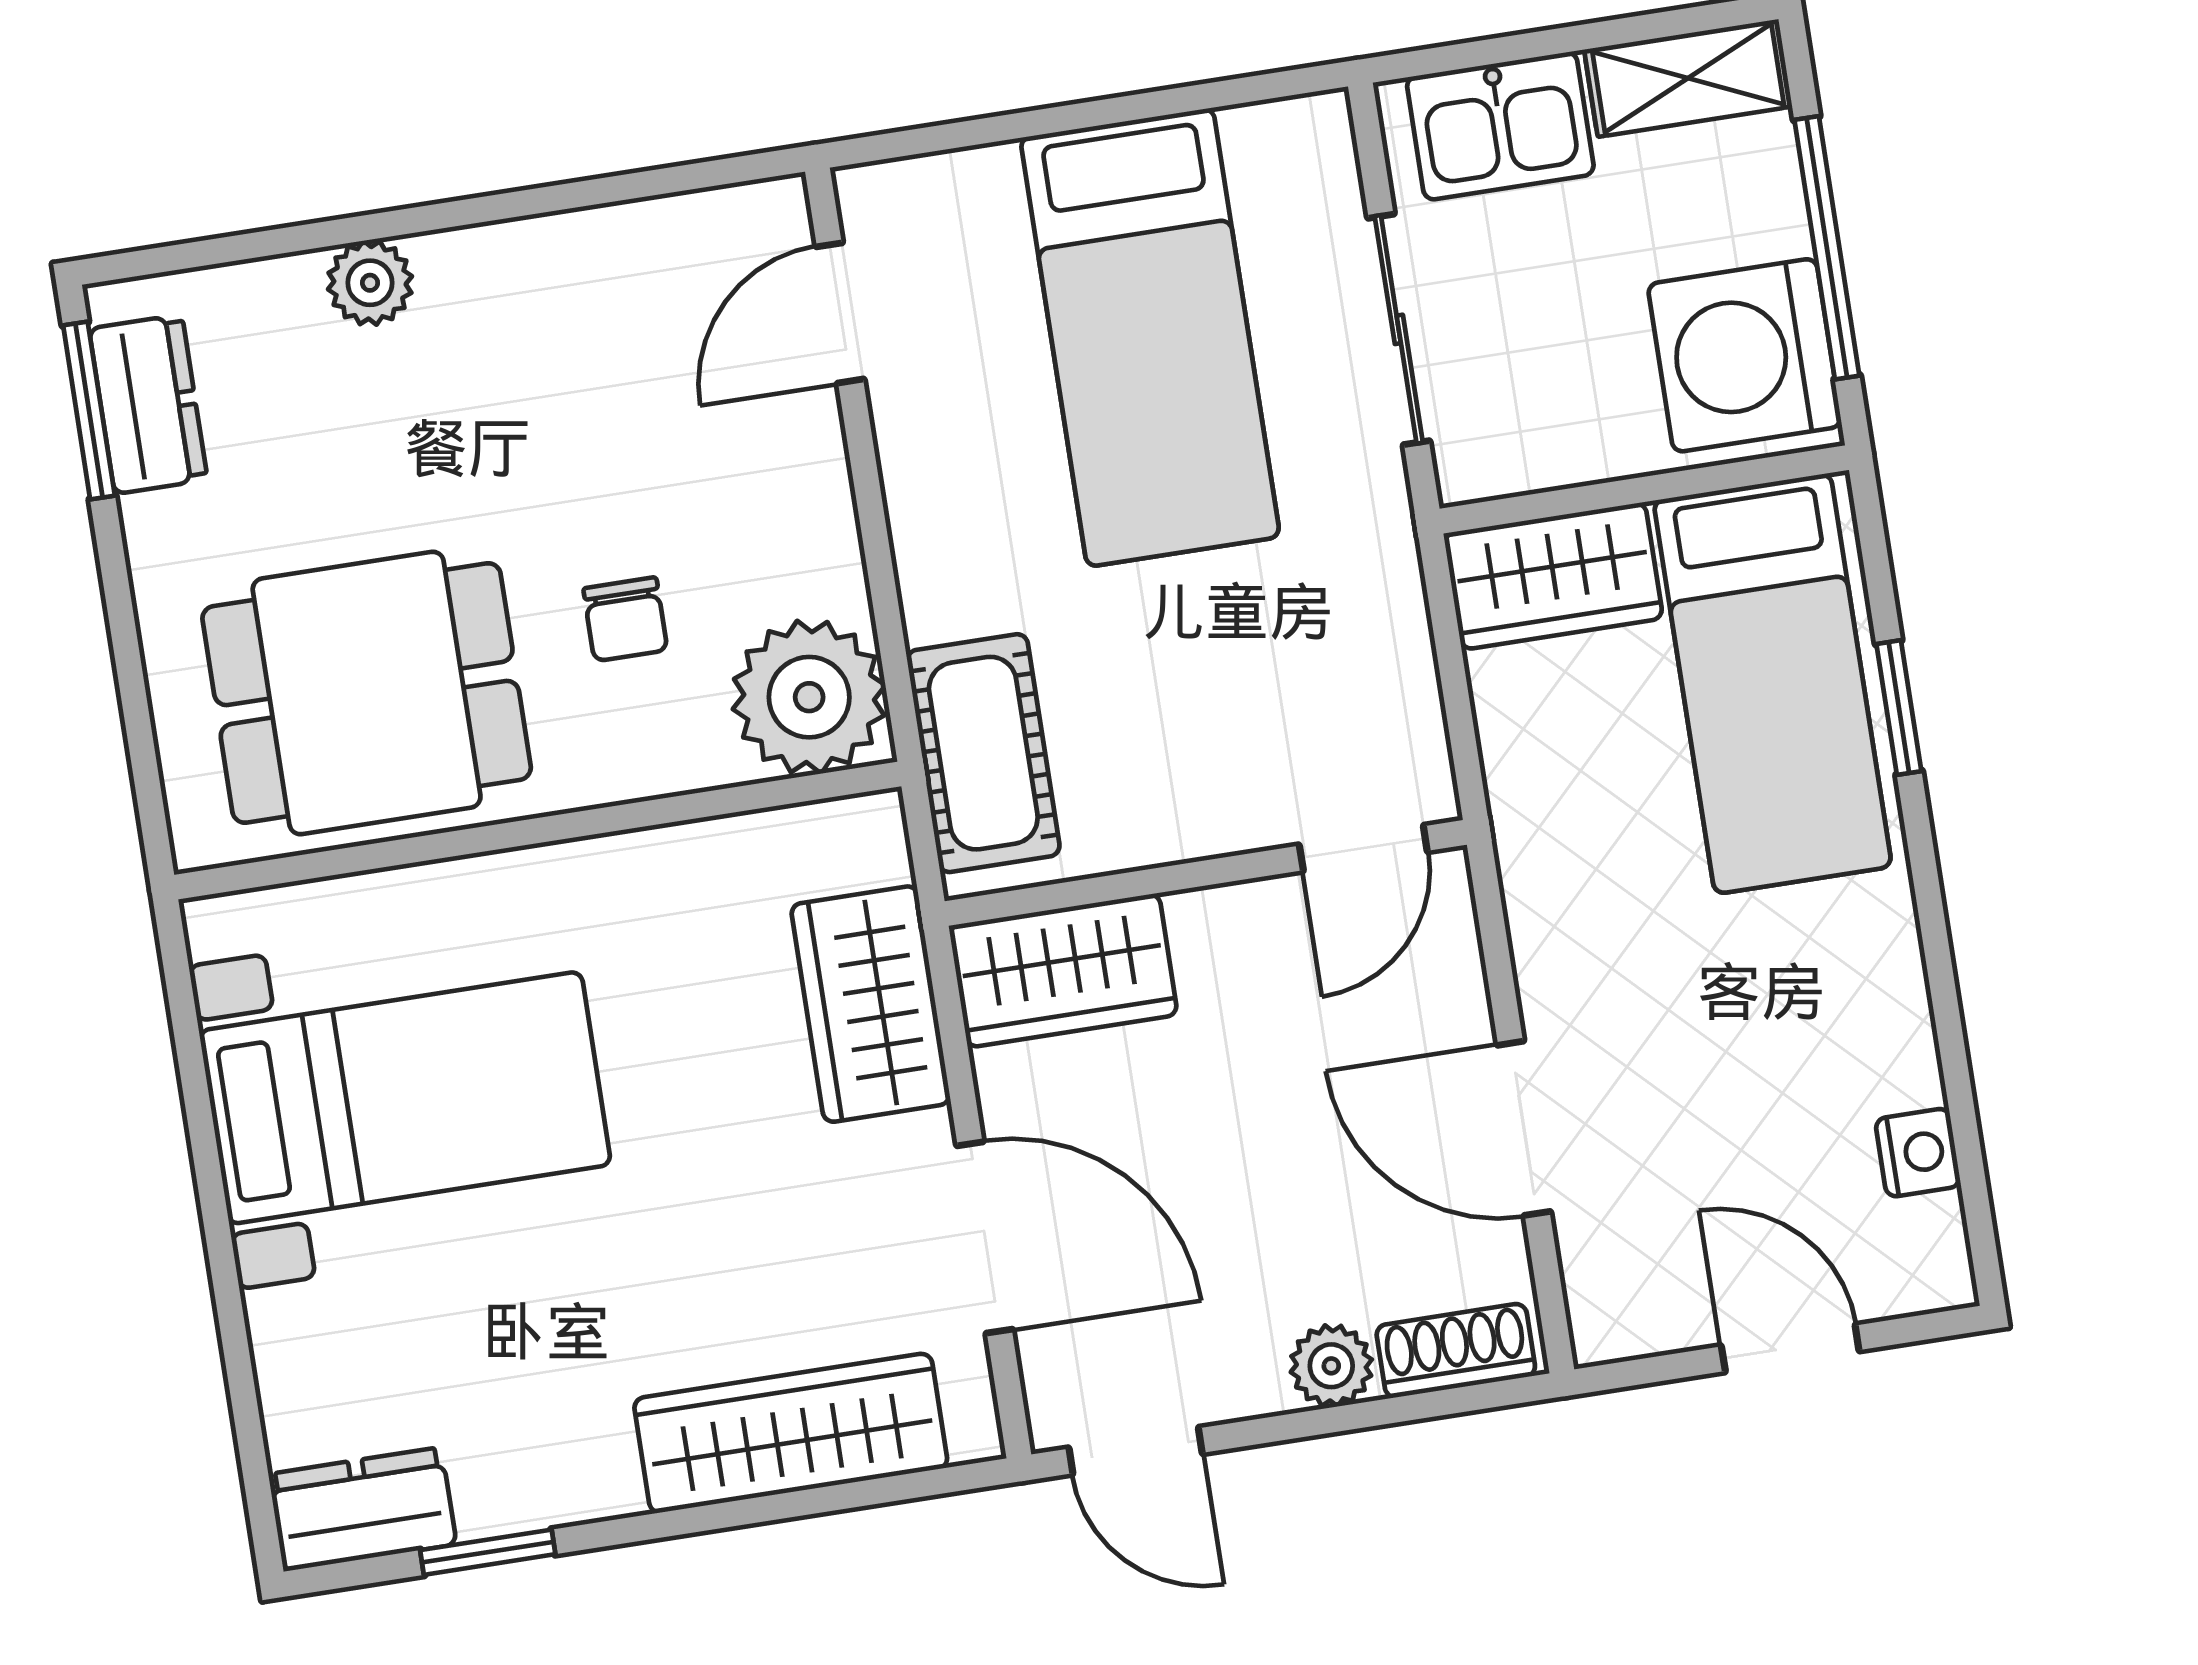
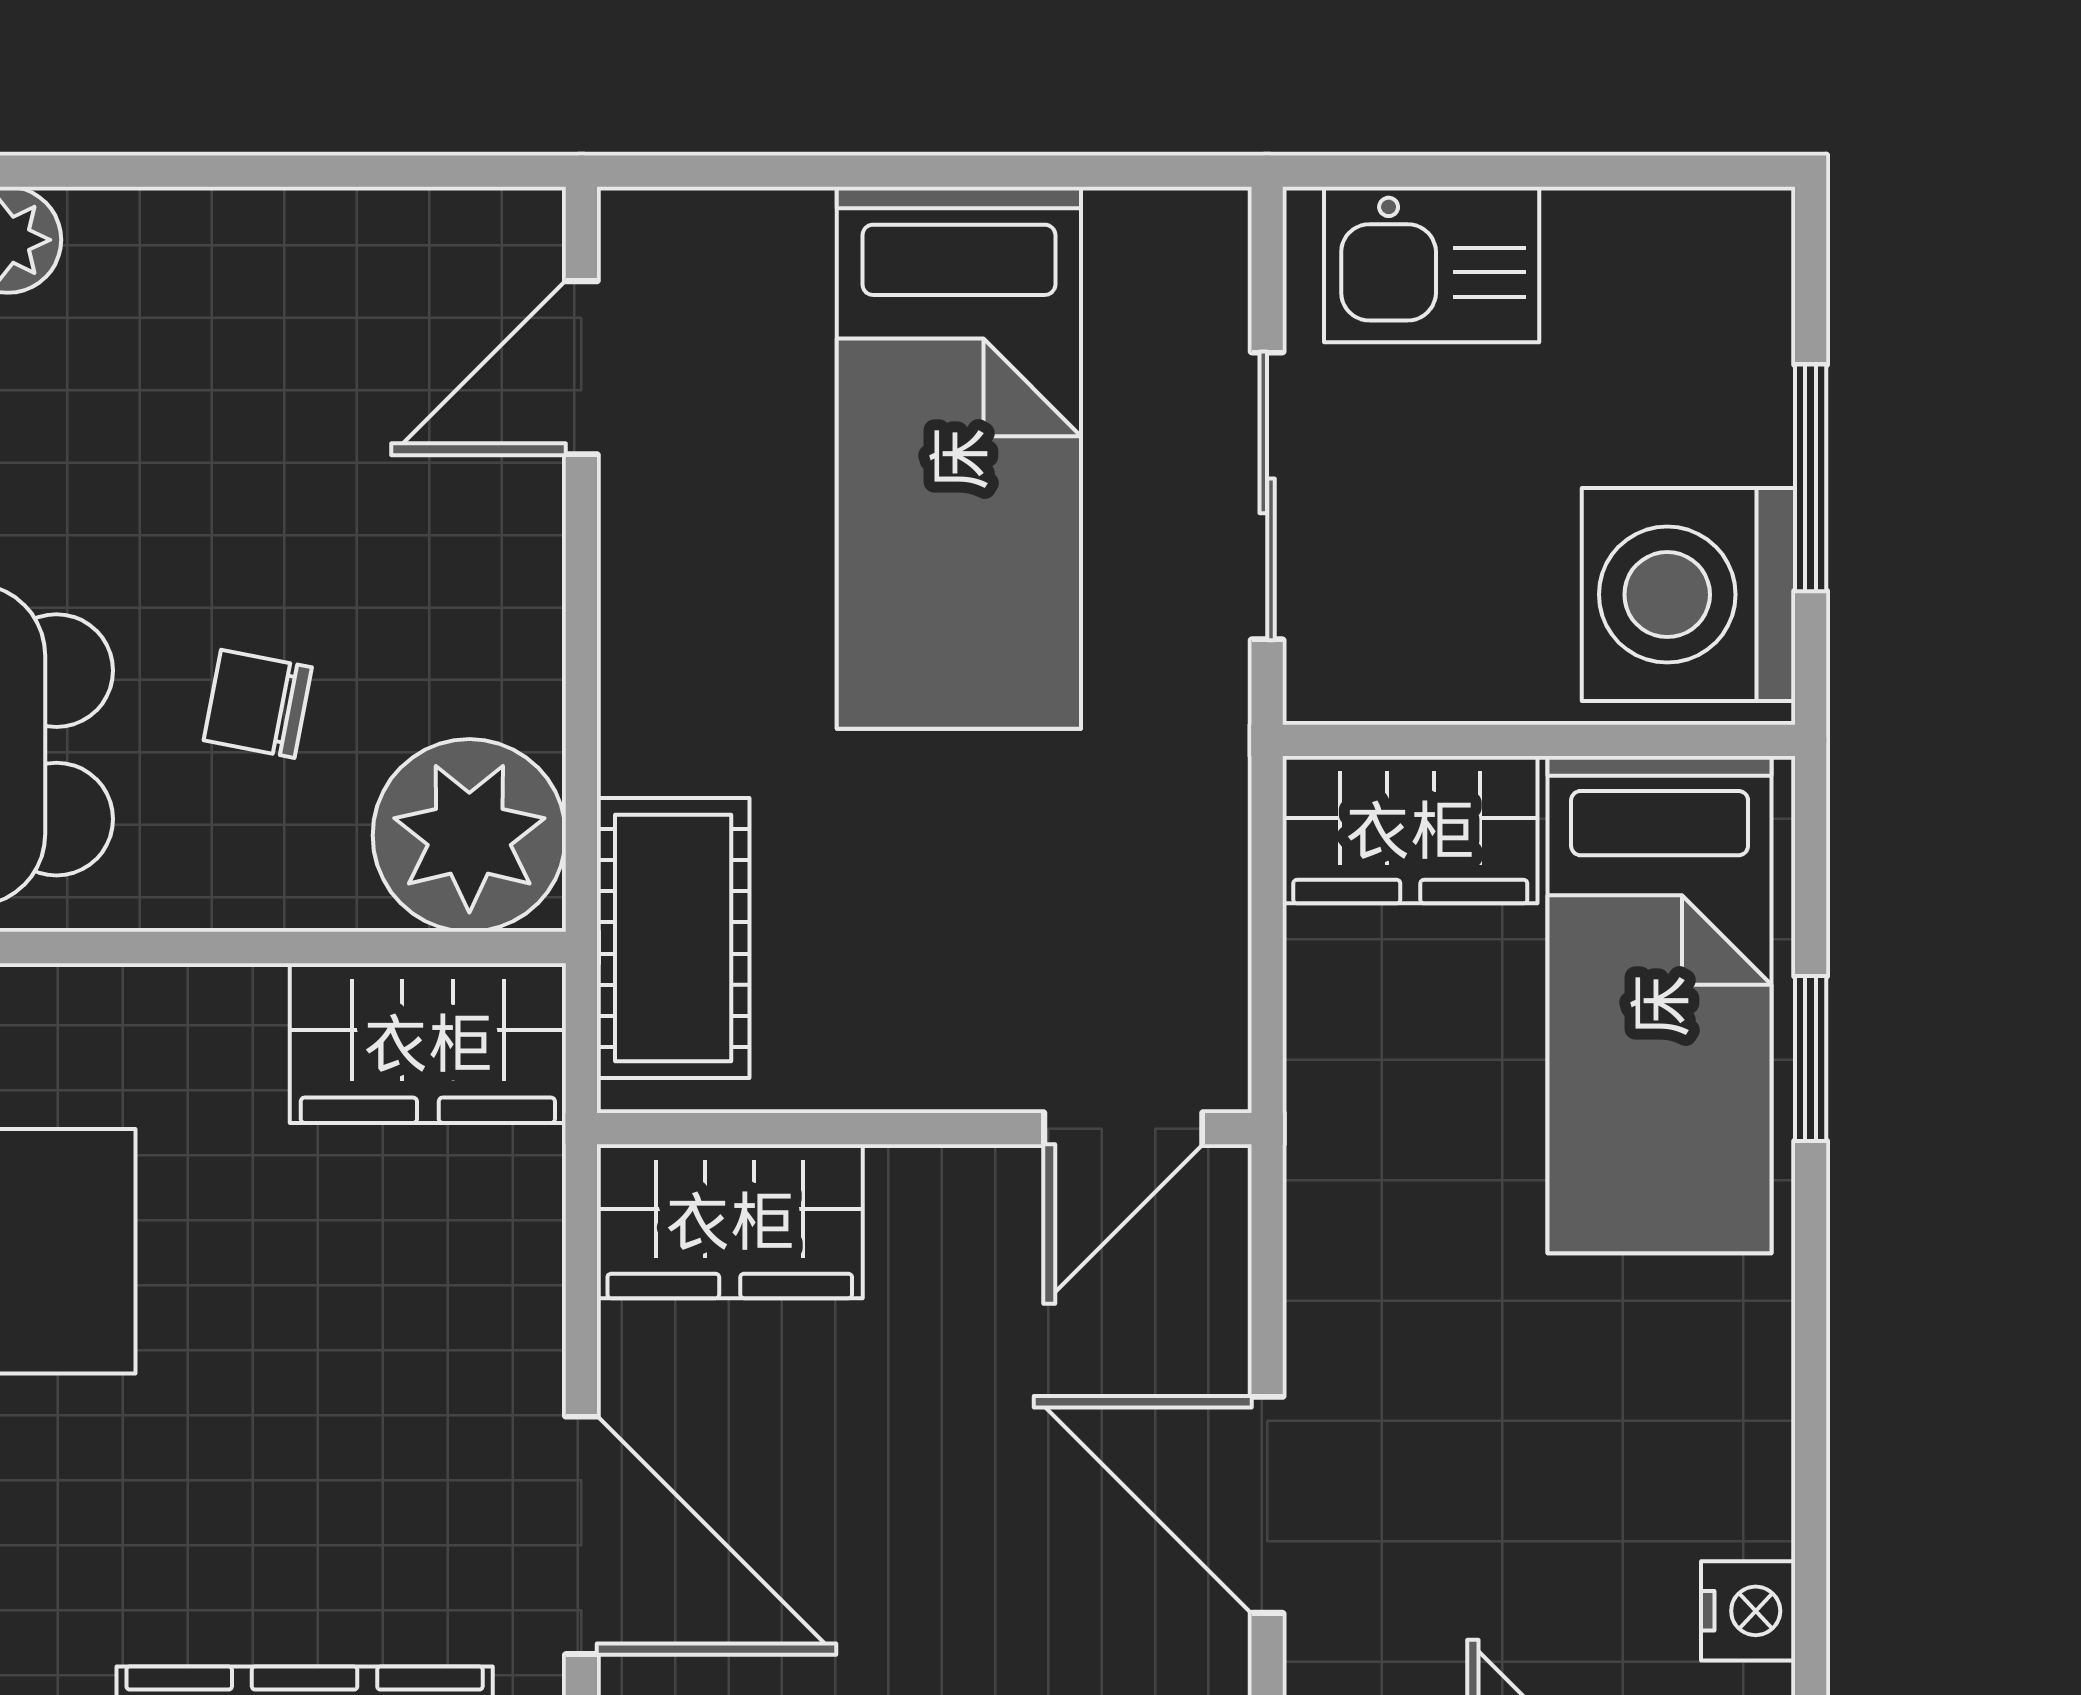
shelving: (1688, 78) -> (1672, 242), removed
window: (1827, 248) -> (1811, 478), width x0.69
chair: (625, 619) -> (258, 704), turned 101
wardrobe: (871, 1004) -> (428, 1043), moved, turned -90

